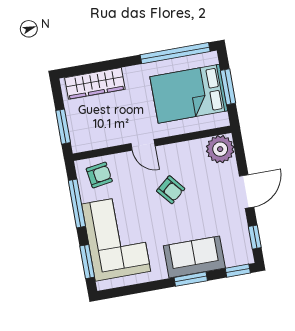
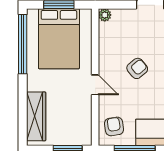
door: (143, 145) -> (95, 85), hinge flipped
plant: (220, 149) -> (105, 15), width x0.53, depth x0.53

